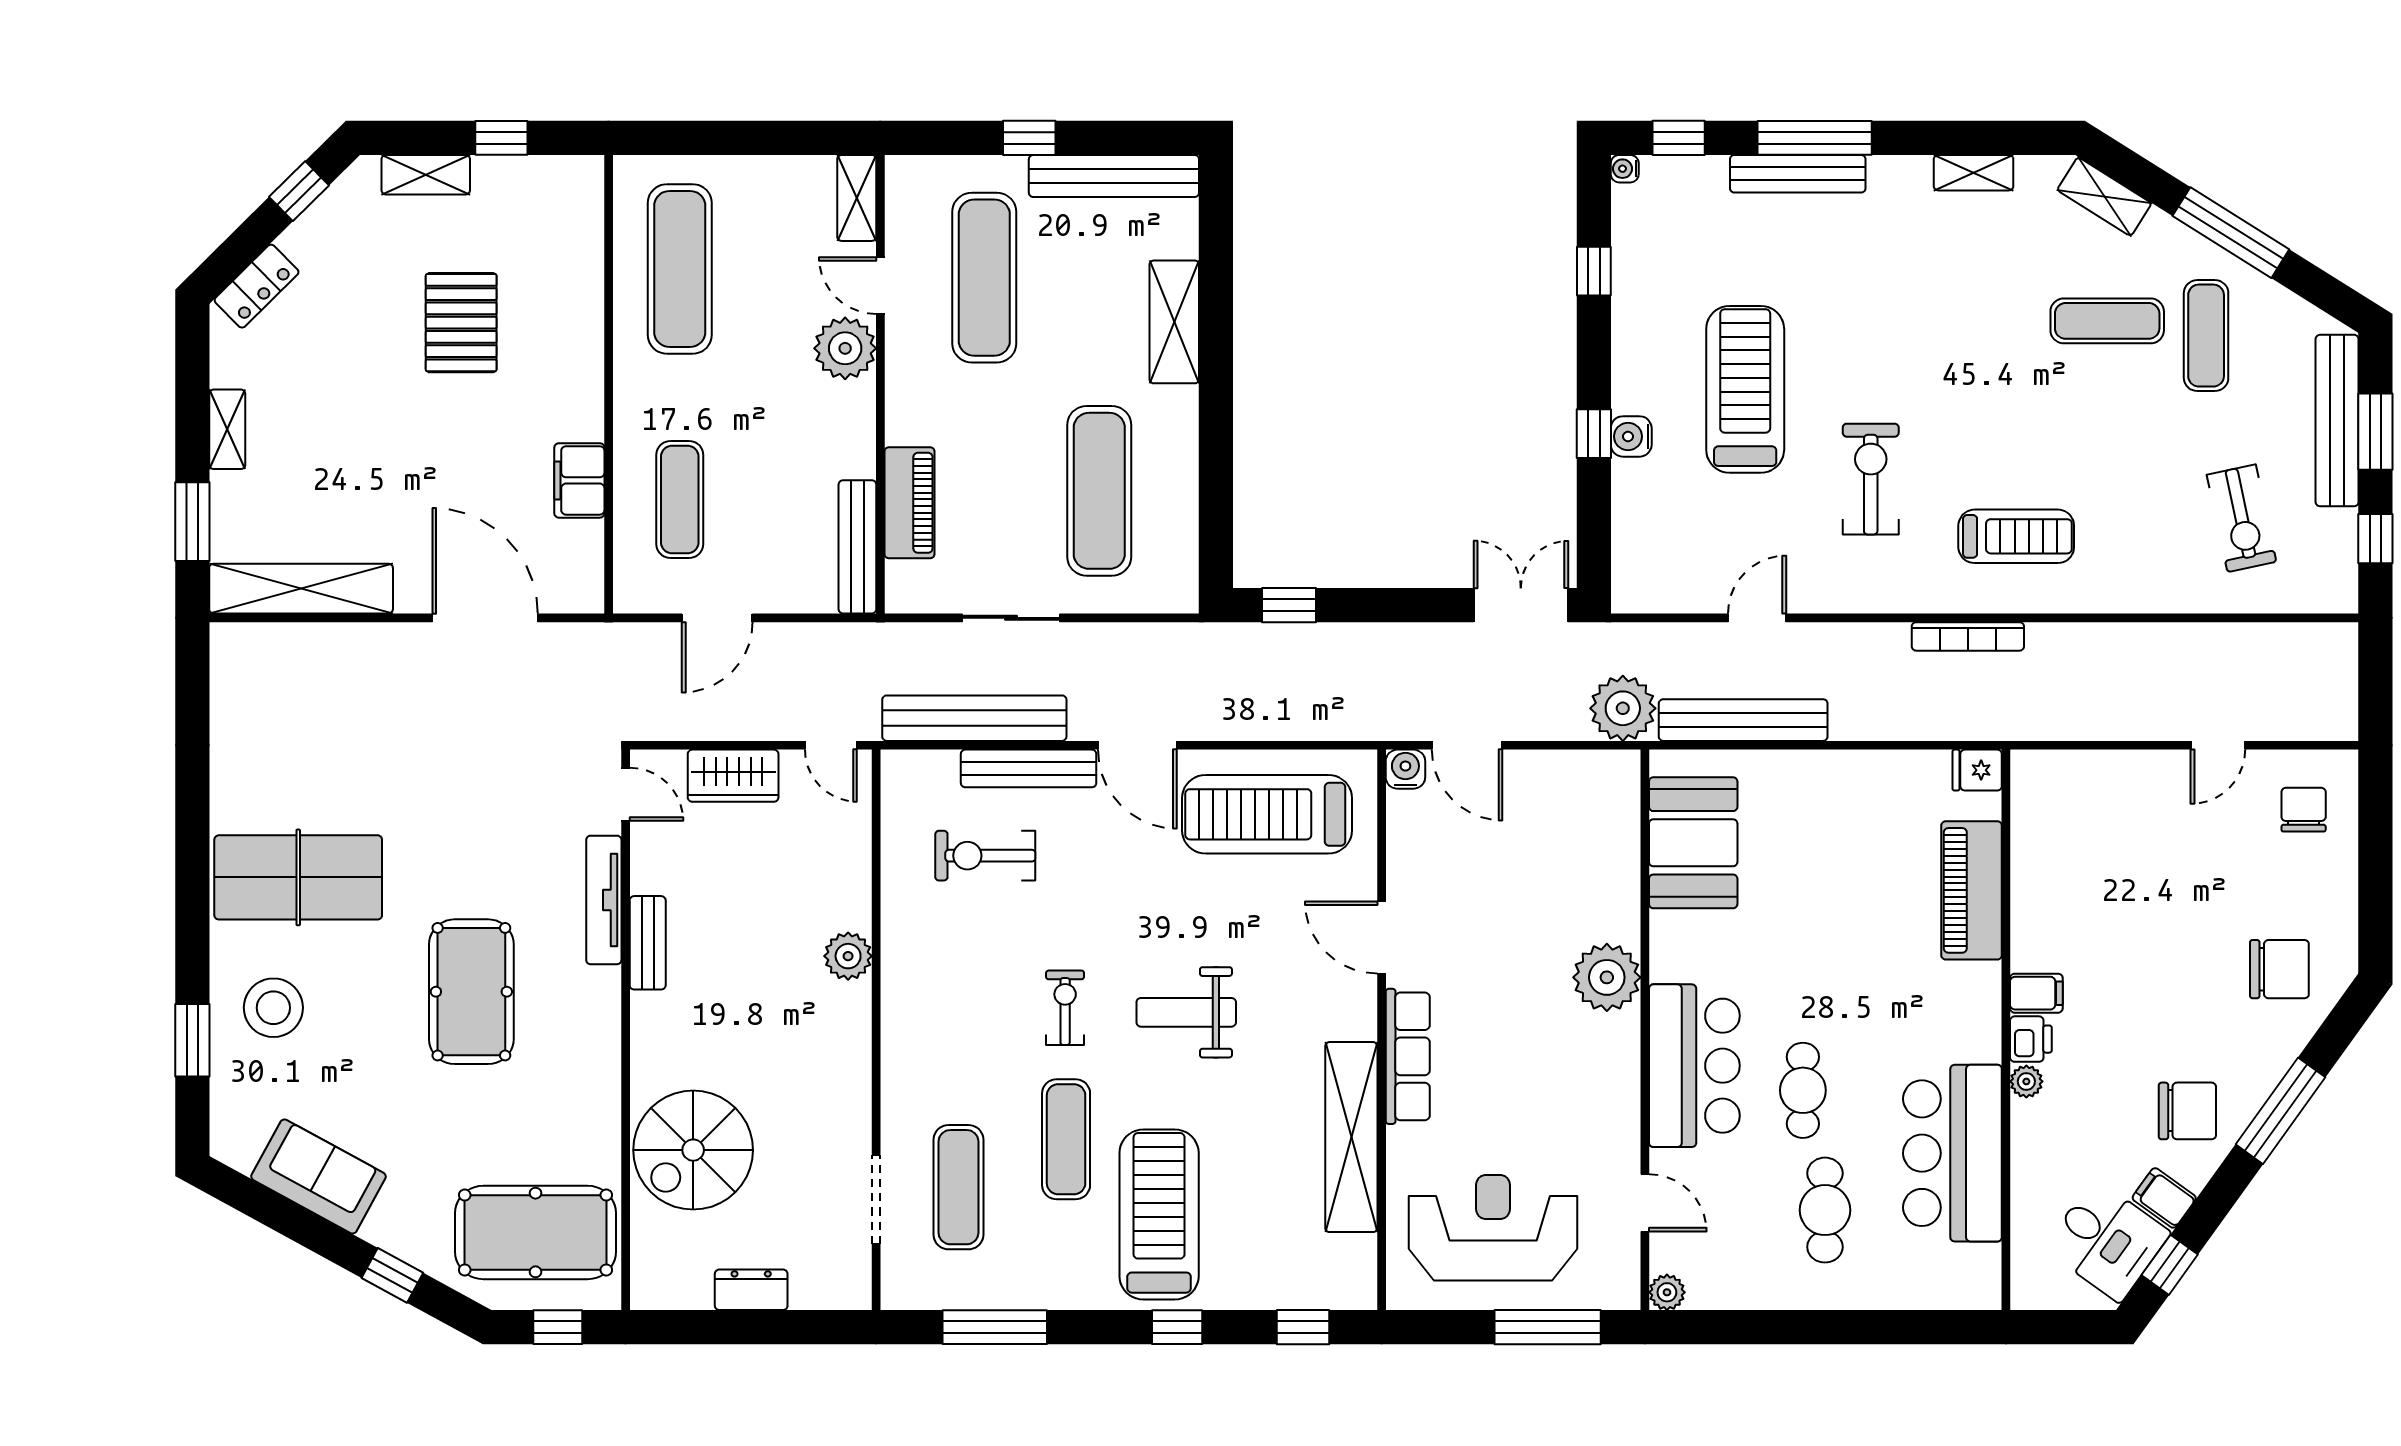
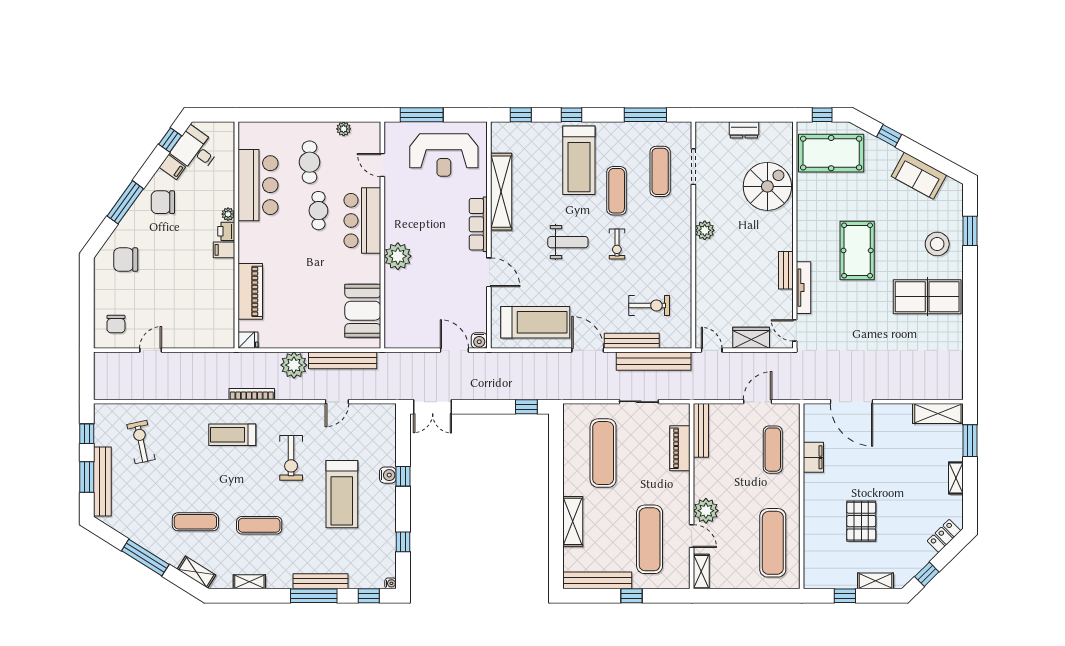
exercise mat: (2206, 336) -> (259, 525), moved, turned 90
shelving: (301, 589) -> (938, 414), width x0.68
plant: (1623, 708) -> (294, 365), moved
plant: (848, 956) -> (705, 230), moved
plant: (1667, 1292) -> (344, 129), moved

